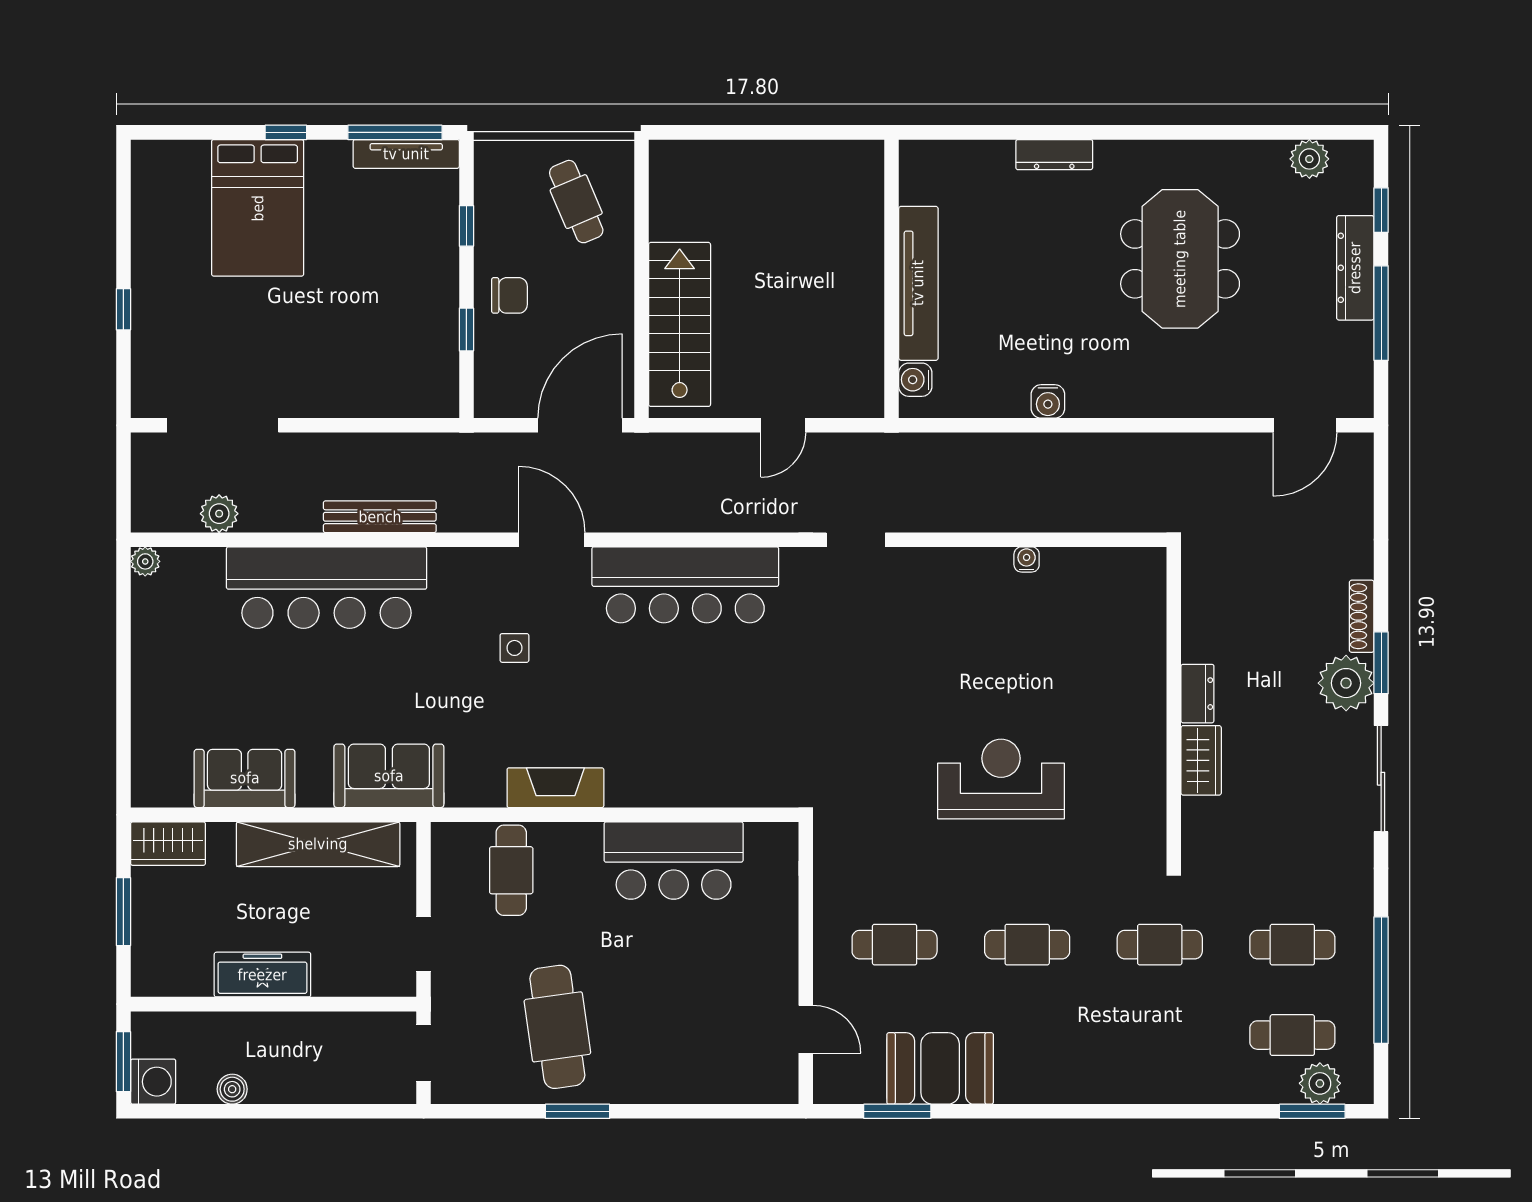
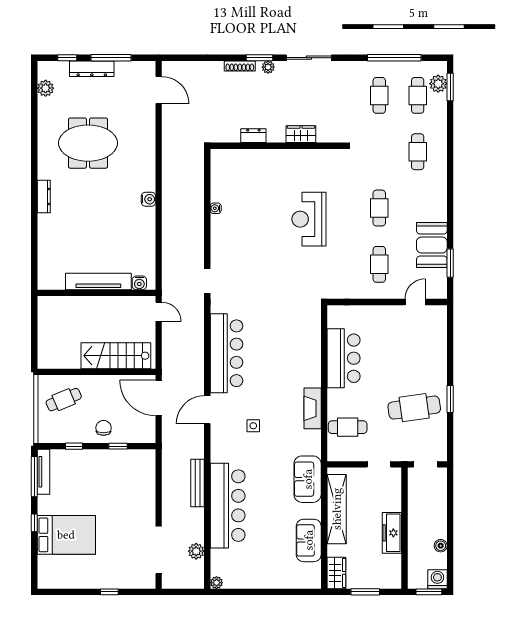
wall: (892, 279) -> (96, 293), moved
tv unit: (918, 283) -> (98, 282), moved
water cooler: (915, 380) -> (139, 283), moved
plant: (1346, 683) -> (268, 67), width x0.53, depth x0.53
dresser: (1197, 694) -> (253, 136), moved
cafe table: (1160, 945) -> (418, 152), moved

